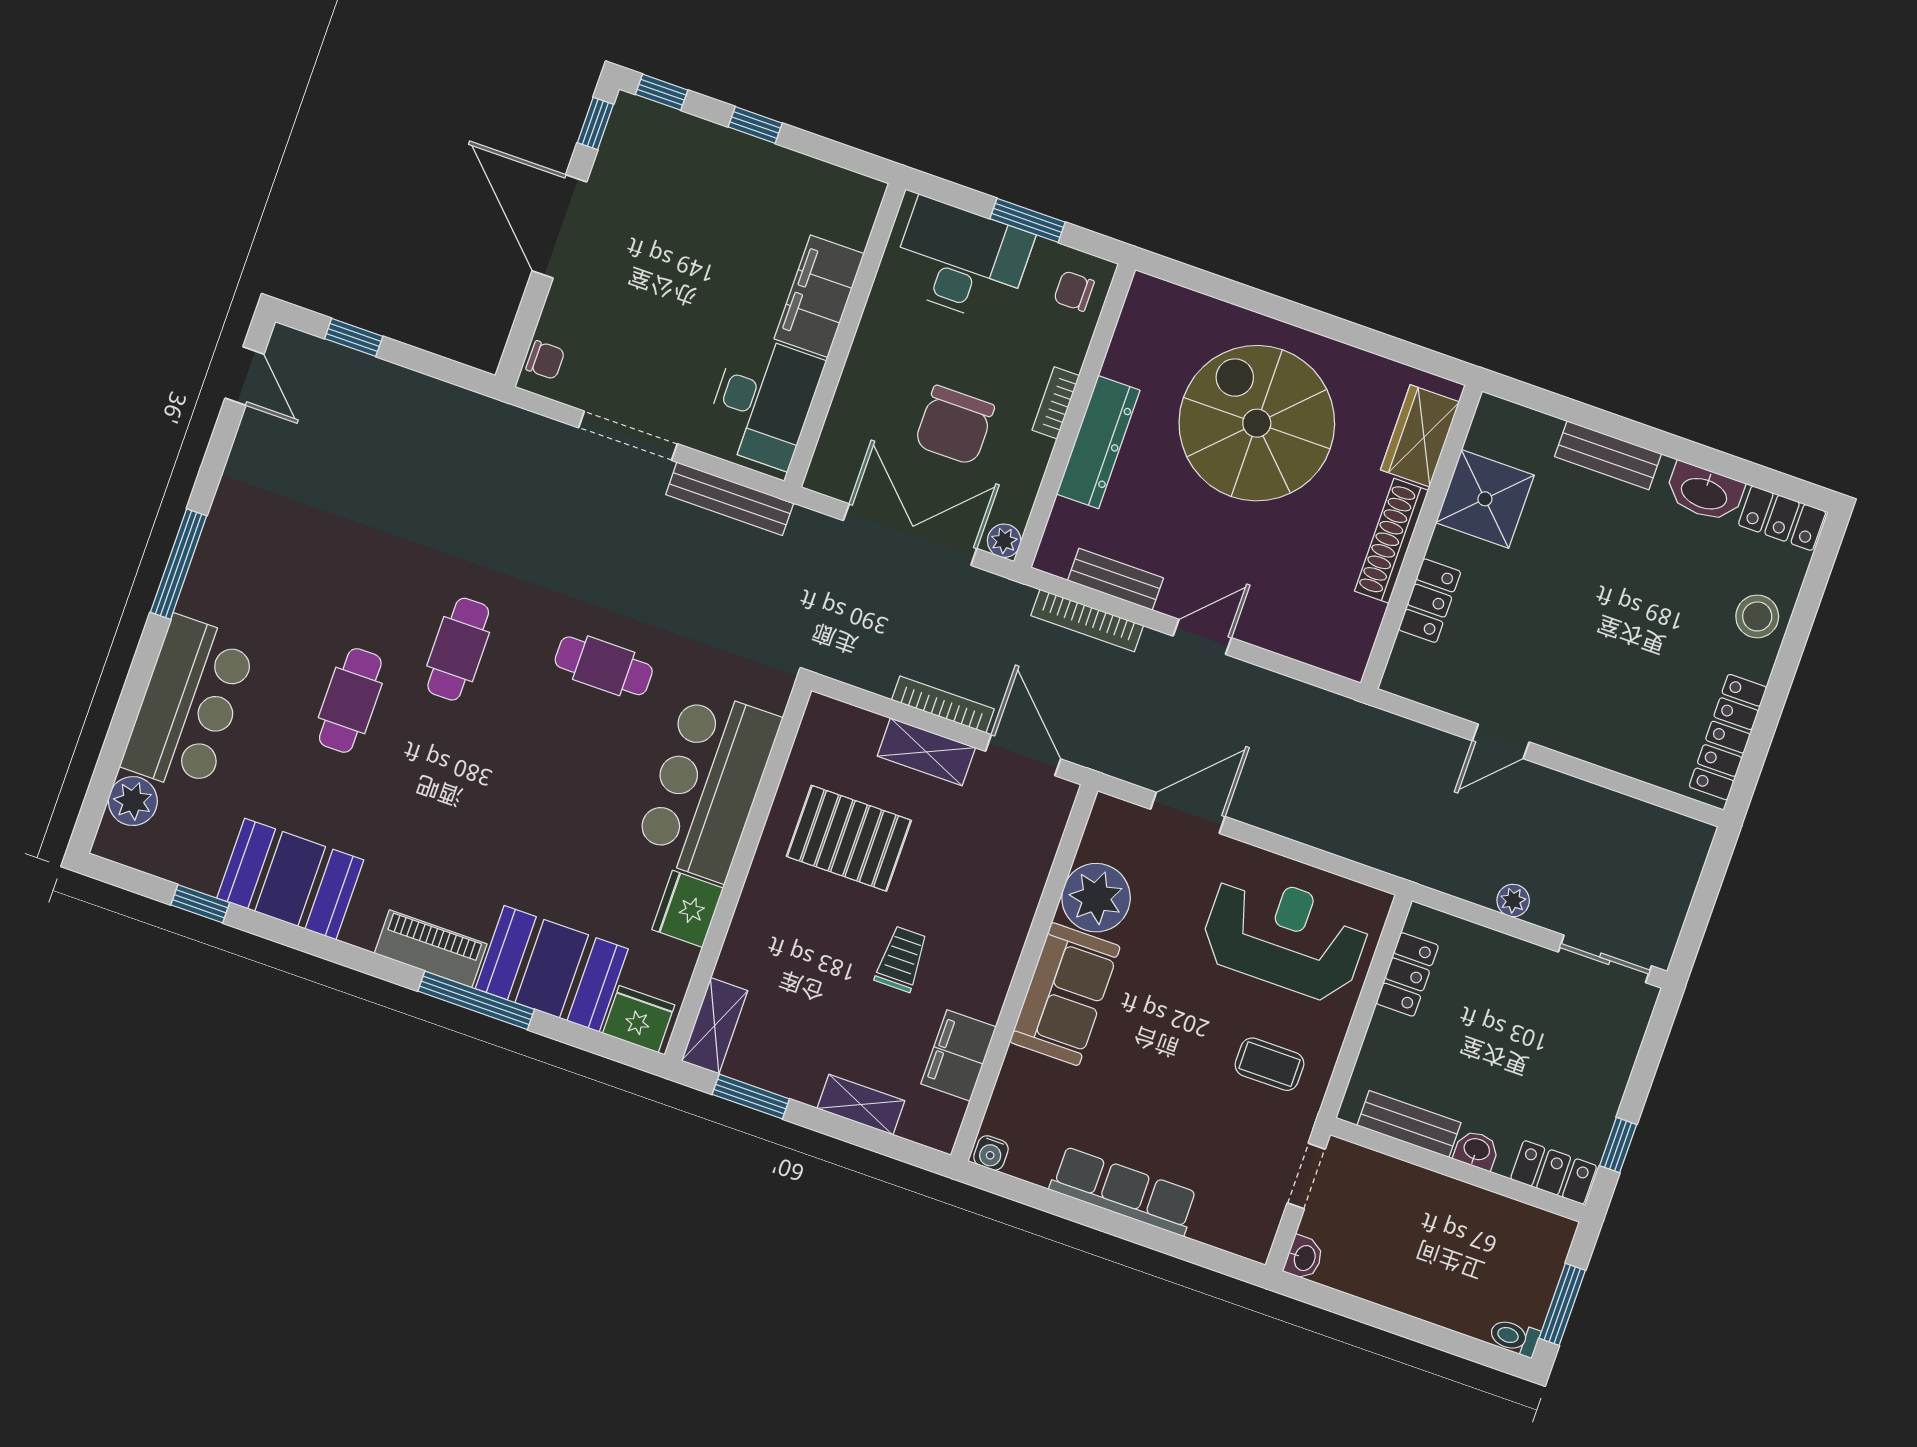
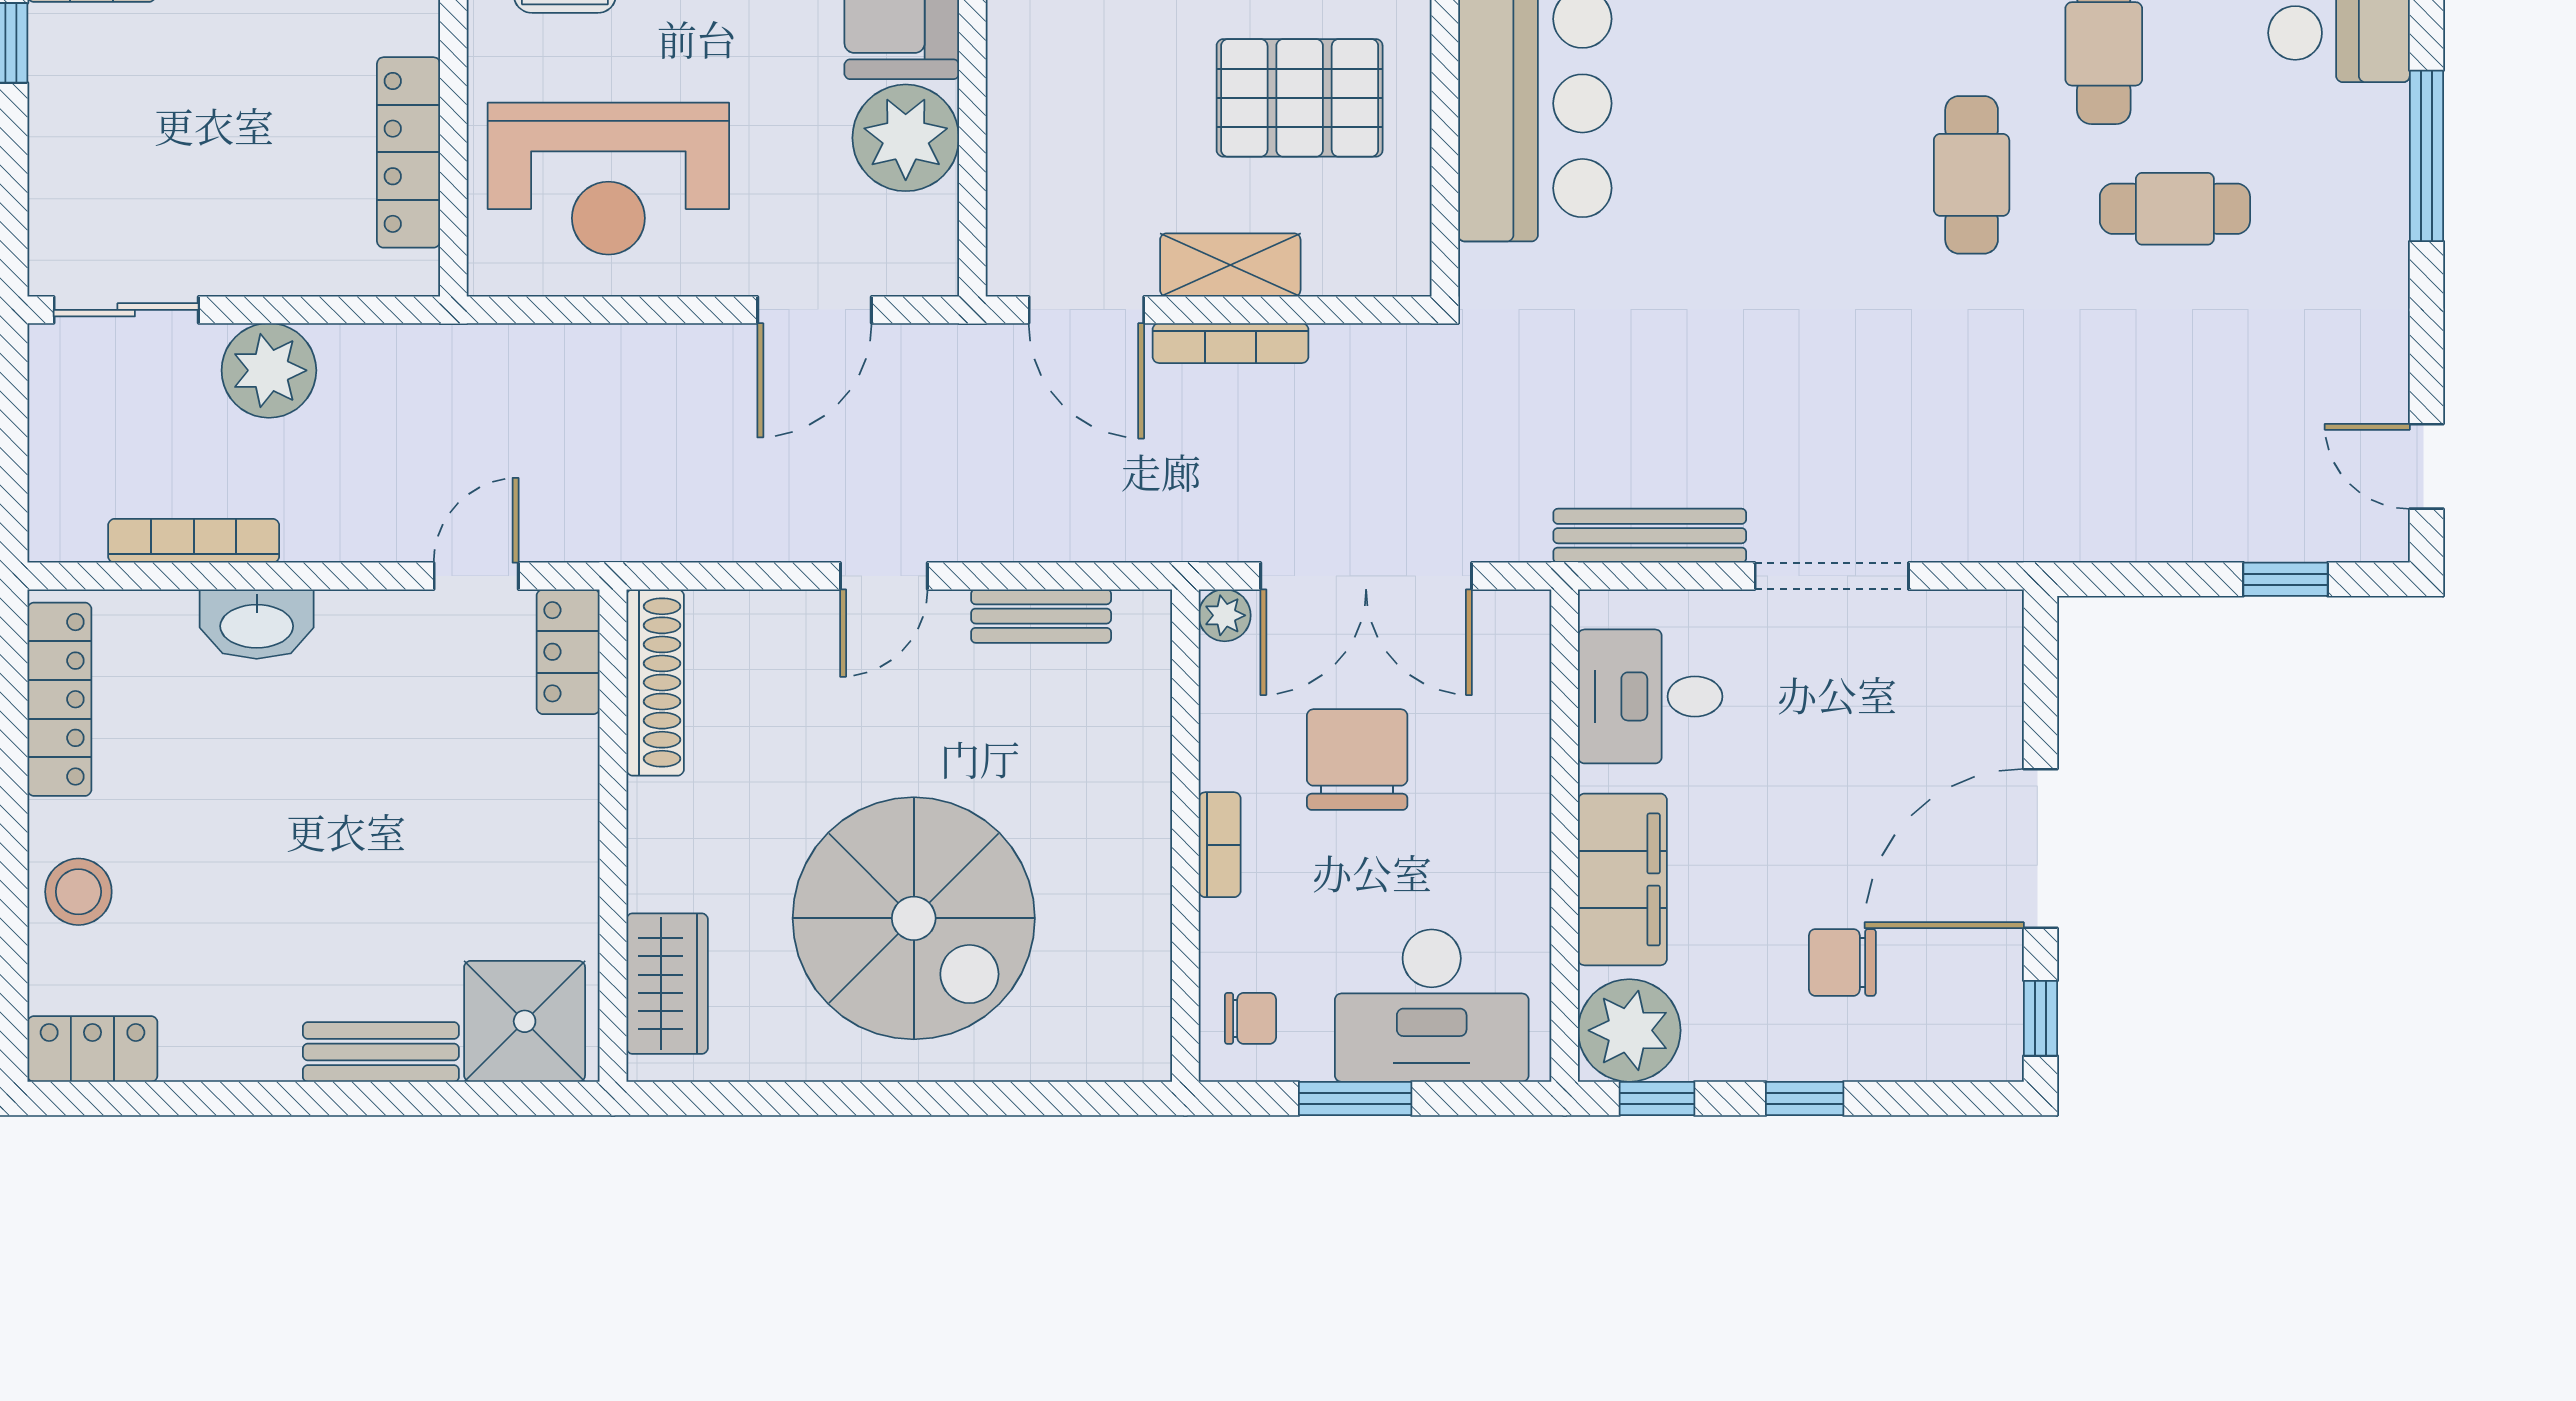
window: (662, 92) -> (1657, 1098), moved
plant: (847, 203) -> (1629, 1030), added
door: (559, 226) -> (2040, 849), swing flipped
chair: (545, 360) -> (1842, 962), moved, width x1.37, depth x1.37
desk: (764, 401) -> (1650, 696), width x0.73
dresser: (1098, 442) -> (1137, 809), removed
washbasin: (1704, 492) -> (257, 624), moved, turned 180
shower: (1485, 499) -> (525, 1021), moved
shoe rack: (1391, 541) -> (655, 683), moved
locker: (1430, 601) -> (568, 652), moved
bookcase: (1087, 621) -> (194, 541), moved
cafe table: (604, 666) -> (2175, 209), moved
door: (1501, 741) -> (476, 576), moved
plant: (1513, 901) -> (269, 370), width x1.87, depth x1.87
locker: (1407, 974) -> (409, 152), width x1.53

